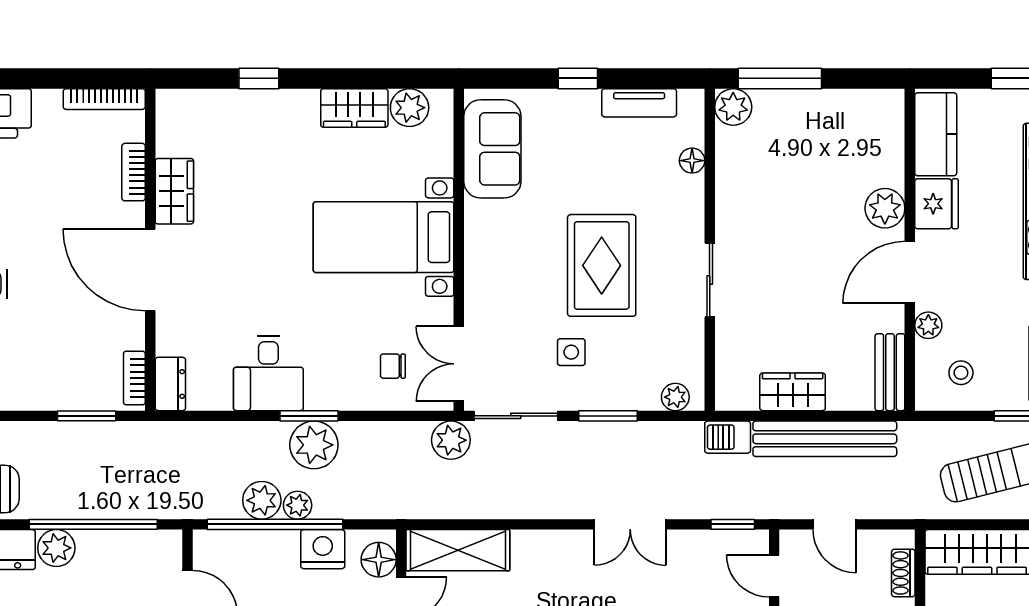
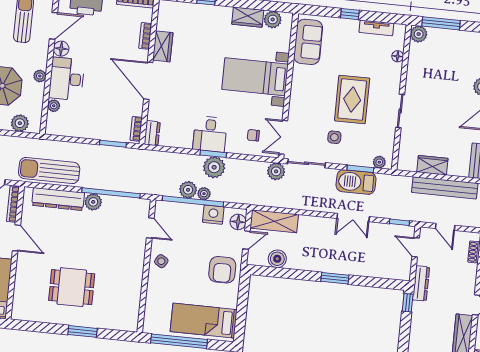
desk: (268, 373) -> (210, 134), moved
window: (608, 416) -> (360, 169), moved
barbecue: (728, 437) -> (356, 182), moved, width x1.88, depth x1.53

